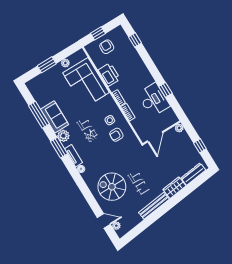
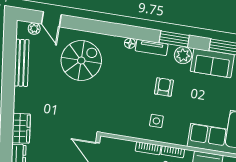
armchair: (116, 135) -> (164, 87), moved
bench: (154, 206) -> (22, 63), moved
door: (104, 221) -> (51, 19), hinge flipped

